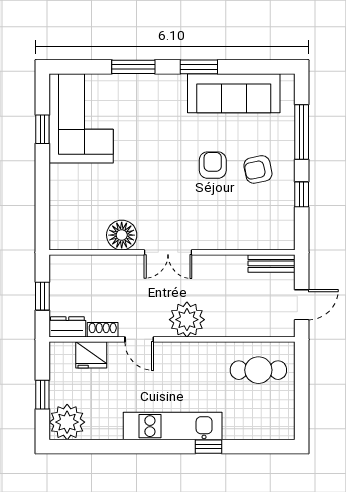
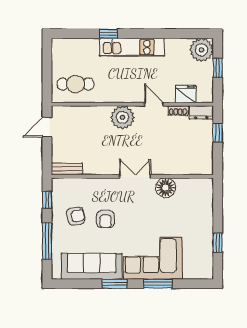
corner sofa: (81, 118) -> (153, 258), moved, turned 90
floor lamp: (122, 235) -> (165, 188), moved
double door: (168, 252) -> (135, 176), moved
wall: (172, 252) -> (132, 176), moved
bench: (271, 263) -> (67, 169), moved

